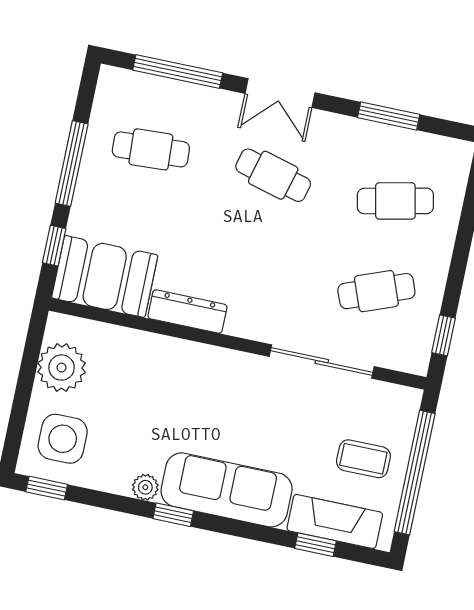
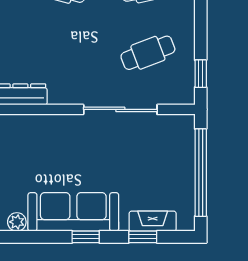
coffee table: (363, 459) -> (163, 171), removed
window: (173, 515) -> (86, 237), moved
fireplace: (335, 521) -> (153, 221), width x0.73, depth x0.76

